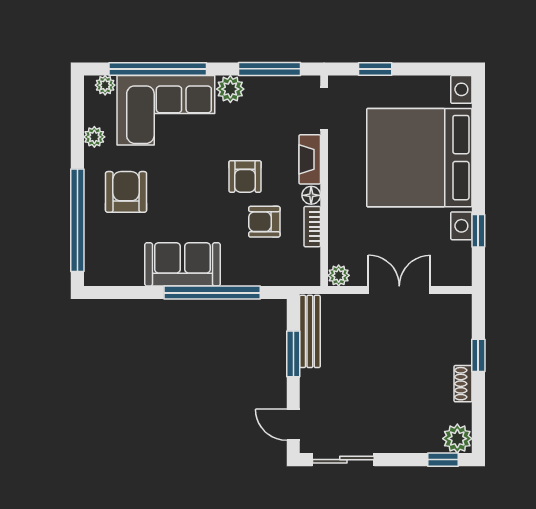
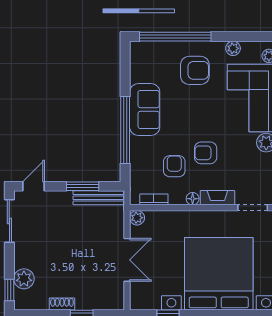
bookcase: (312, 227) -> (154, 199), moved
plant: (457, 439) -> (24, 279), moved

